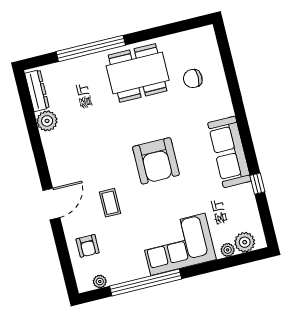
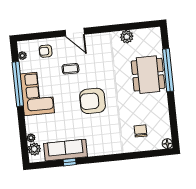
floor lamp: (207, 34) -> (167, 144), added
dining table: (138, 73) -> (148, 75), moved
dresser: (37, 91) -> (146, 33), removed
sofa: (229, 152) -> (65, 150), moved
corner sofa: (178, 244) -> (37, 93), moved

